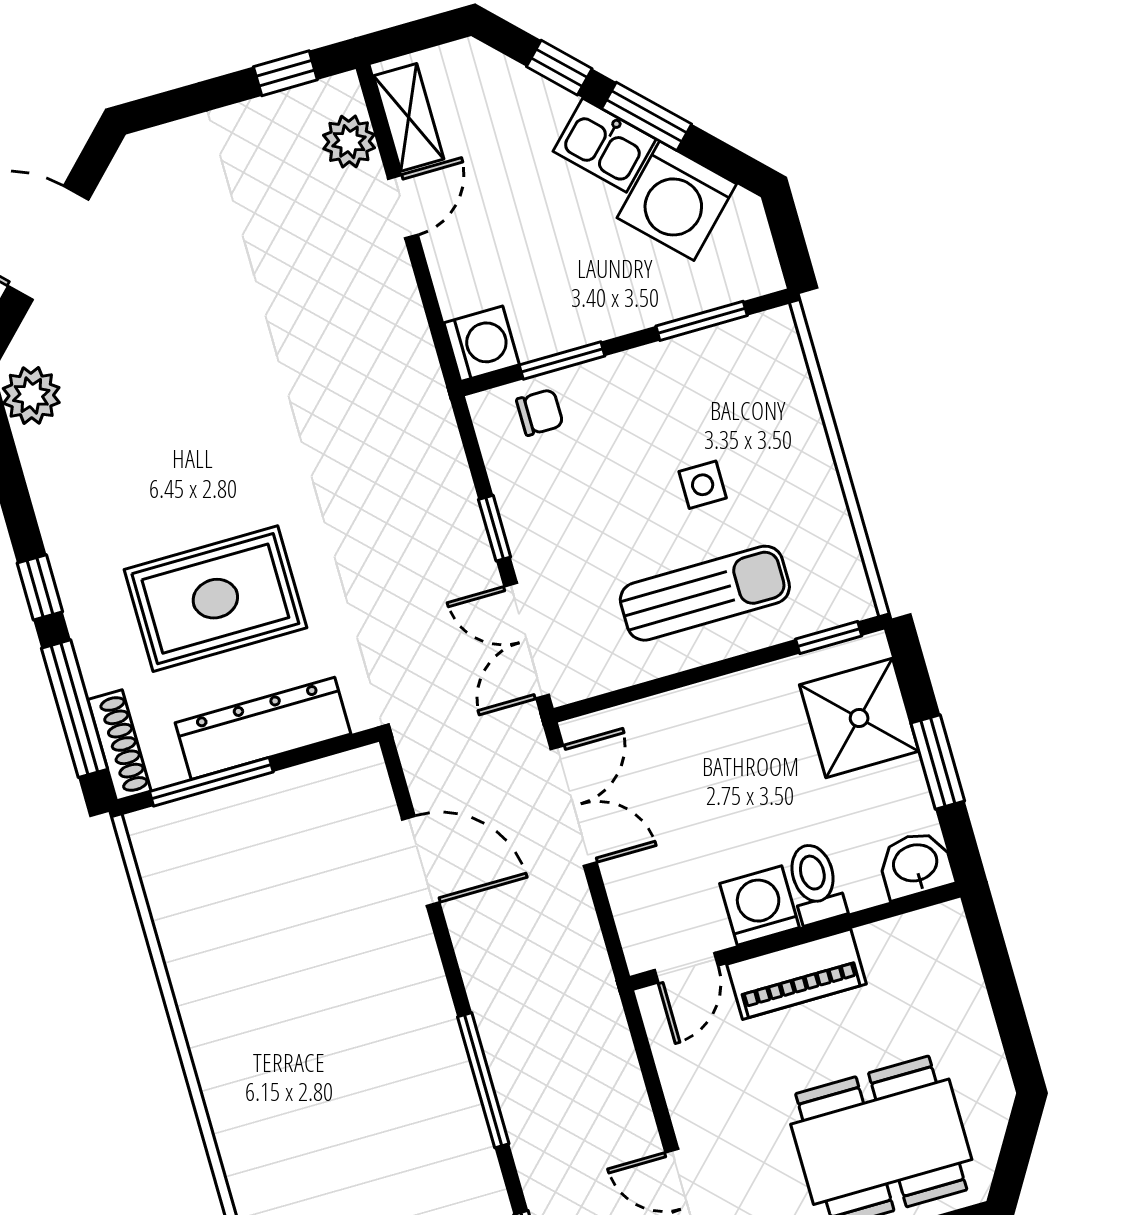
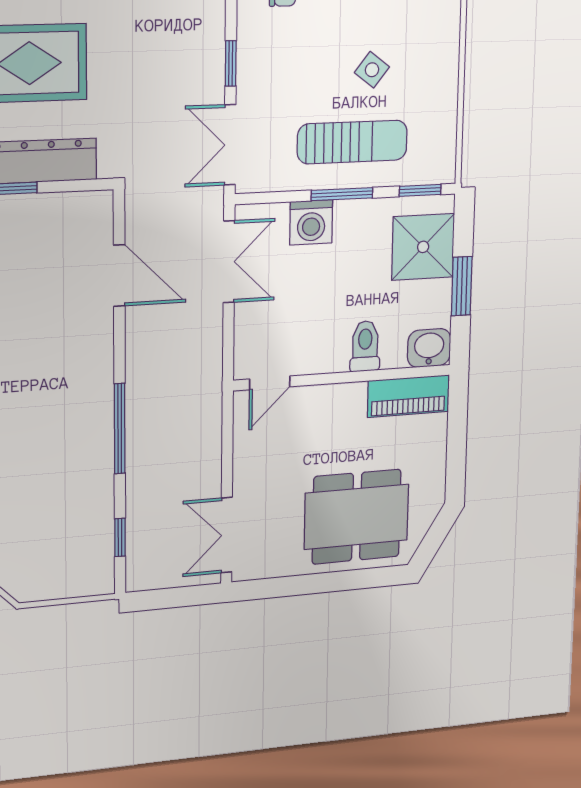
side table: (703, 485) -> (372, 70), turned 38
window: (712, 671) -> (342, 194), added
washing machine: (760, 905) -> (311, 222), moved, turned 180
piano: (797, 974) -> (408, 396), moved

